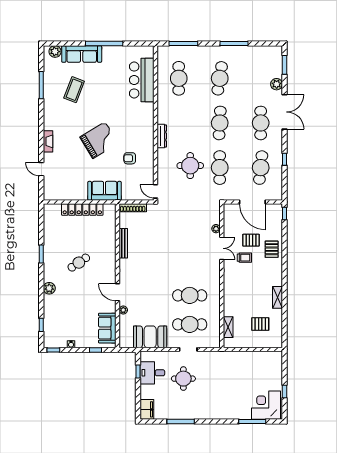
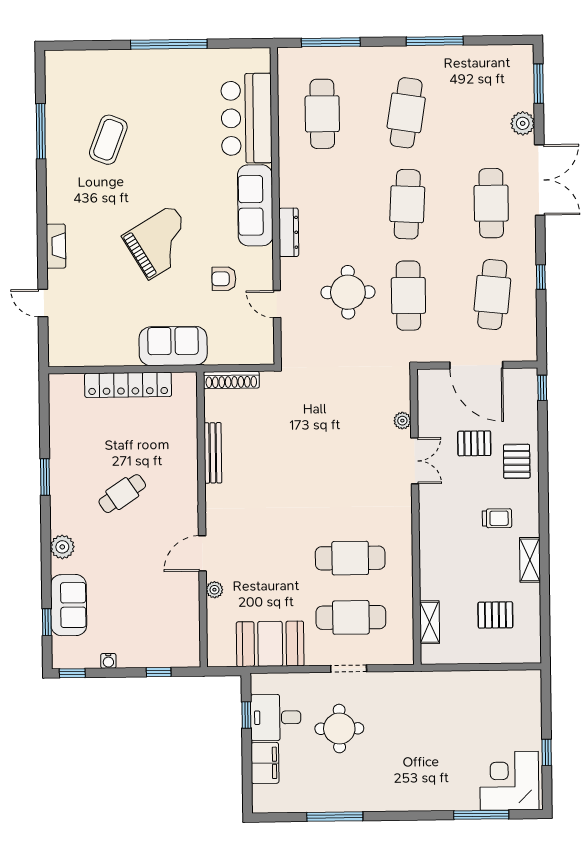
plant: (55, 52) -> (68, 62), removed
sofa: (82, 54) -> (255, 205), moved, turned 90
door: (155, 191) -> (277, 304), moved
trolley: (244, 258) -> (497, 518), moved
door: (118, 292) -> (202, 553), hinge flipped
sofa: (107, 328) -> (69, 605), moved, turned 180
filing cabinet: (147, 409) -> (265, 763), moved

